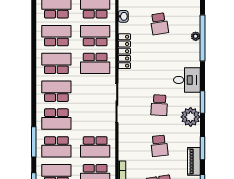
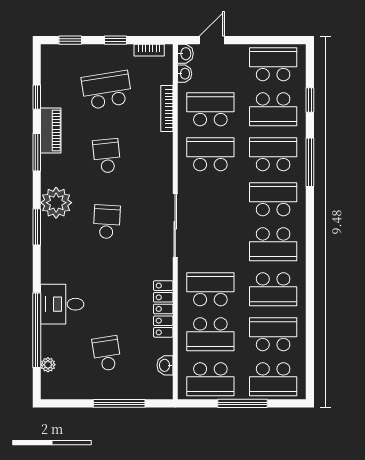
school desk: (56, 36) -> (273, 334), turned 180
plant: (196, 36) -> (48, 365), moved
desk: (187, 80) -> (62, 304), moved

